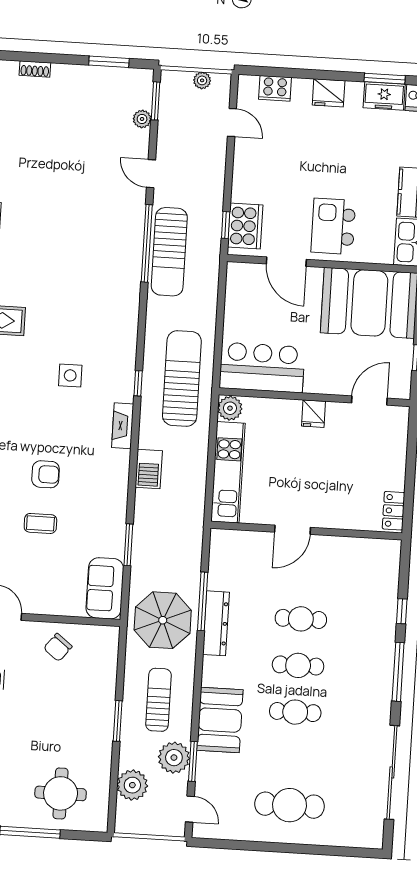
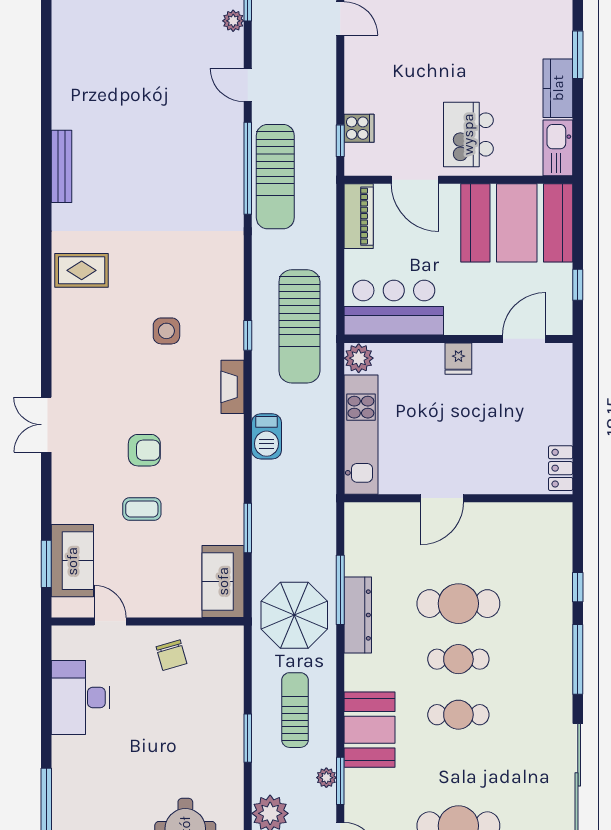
cooker: (245, 226) -> (359, 128), width x0.53, depth x0.76
piano: (237, 289) -> (359, 216), added
sun lounger: (182, 378) -> (299, 326), turned 180
cafe table: (301, 619) -> (458, 604), width x1.37, depth x1.35
chair: (58, 647) -> (171, 655), turned -54
plant: (174, 758) -> (326, 778), width x0.53, depth x0.53

